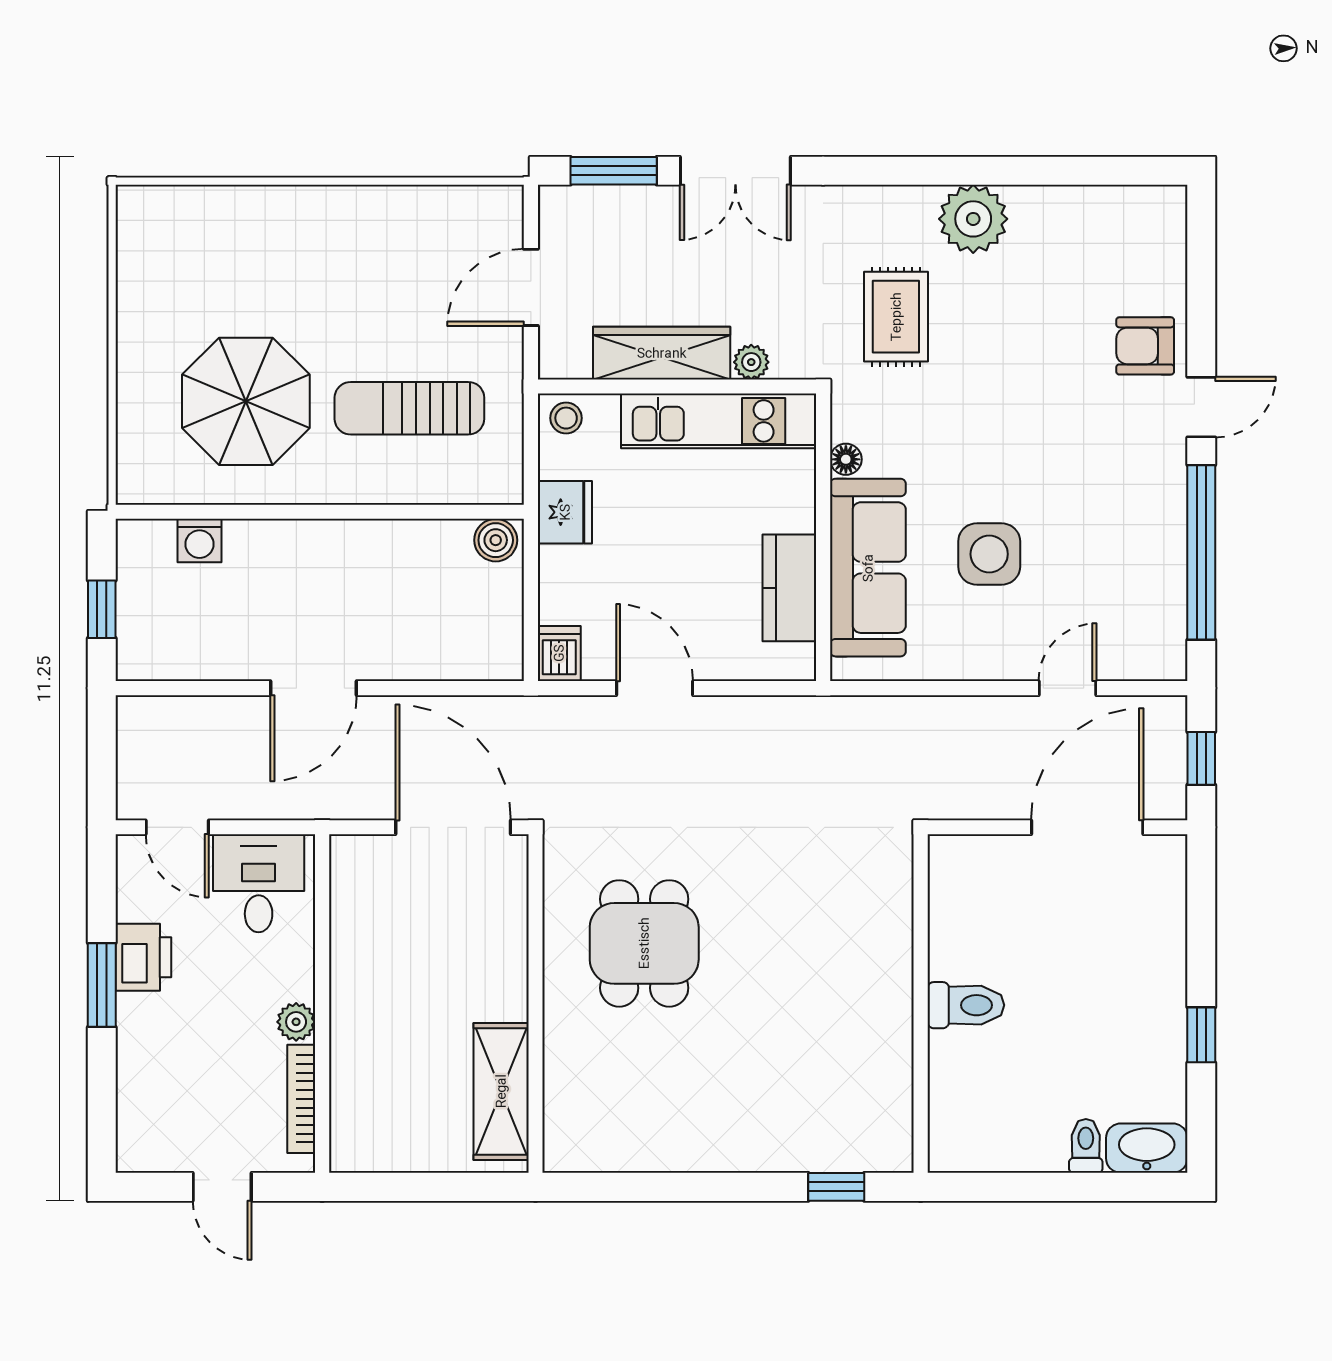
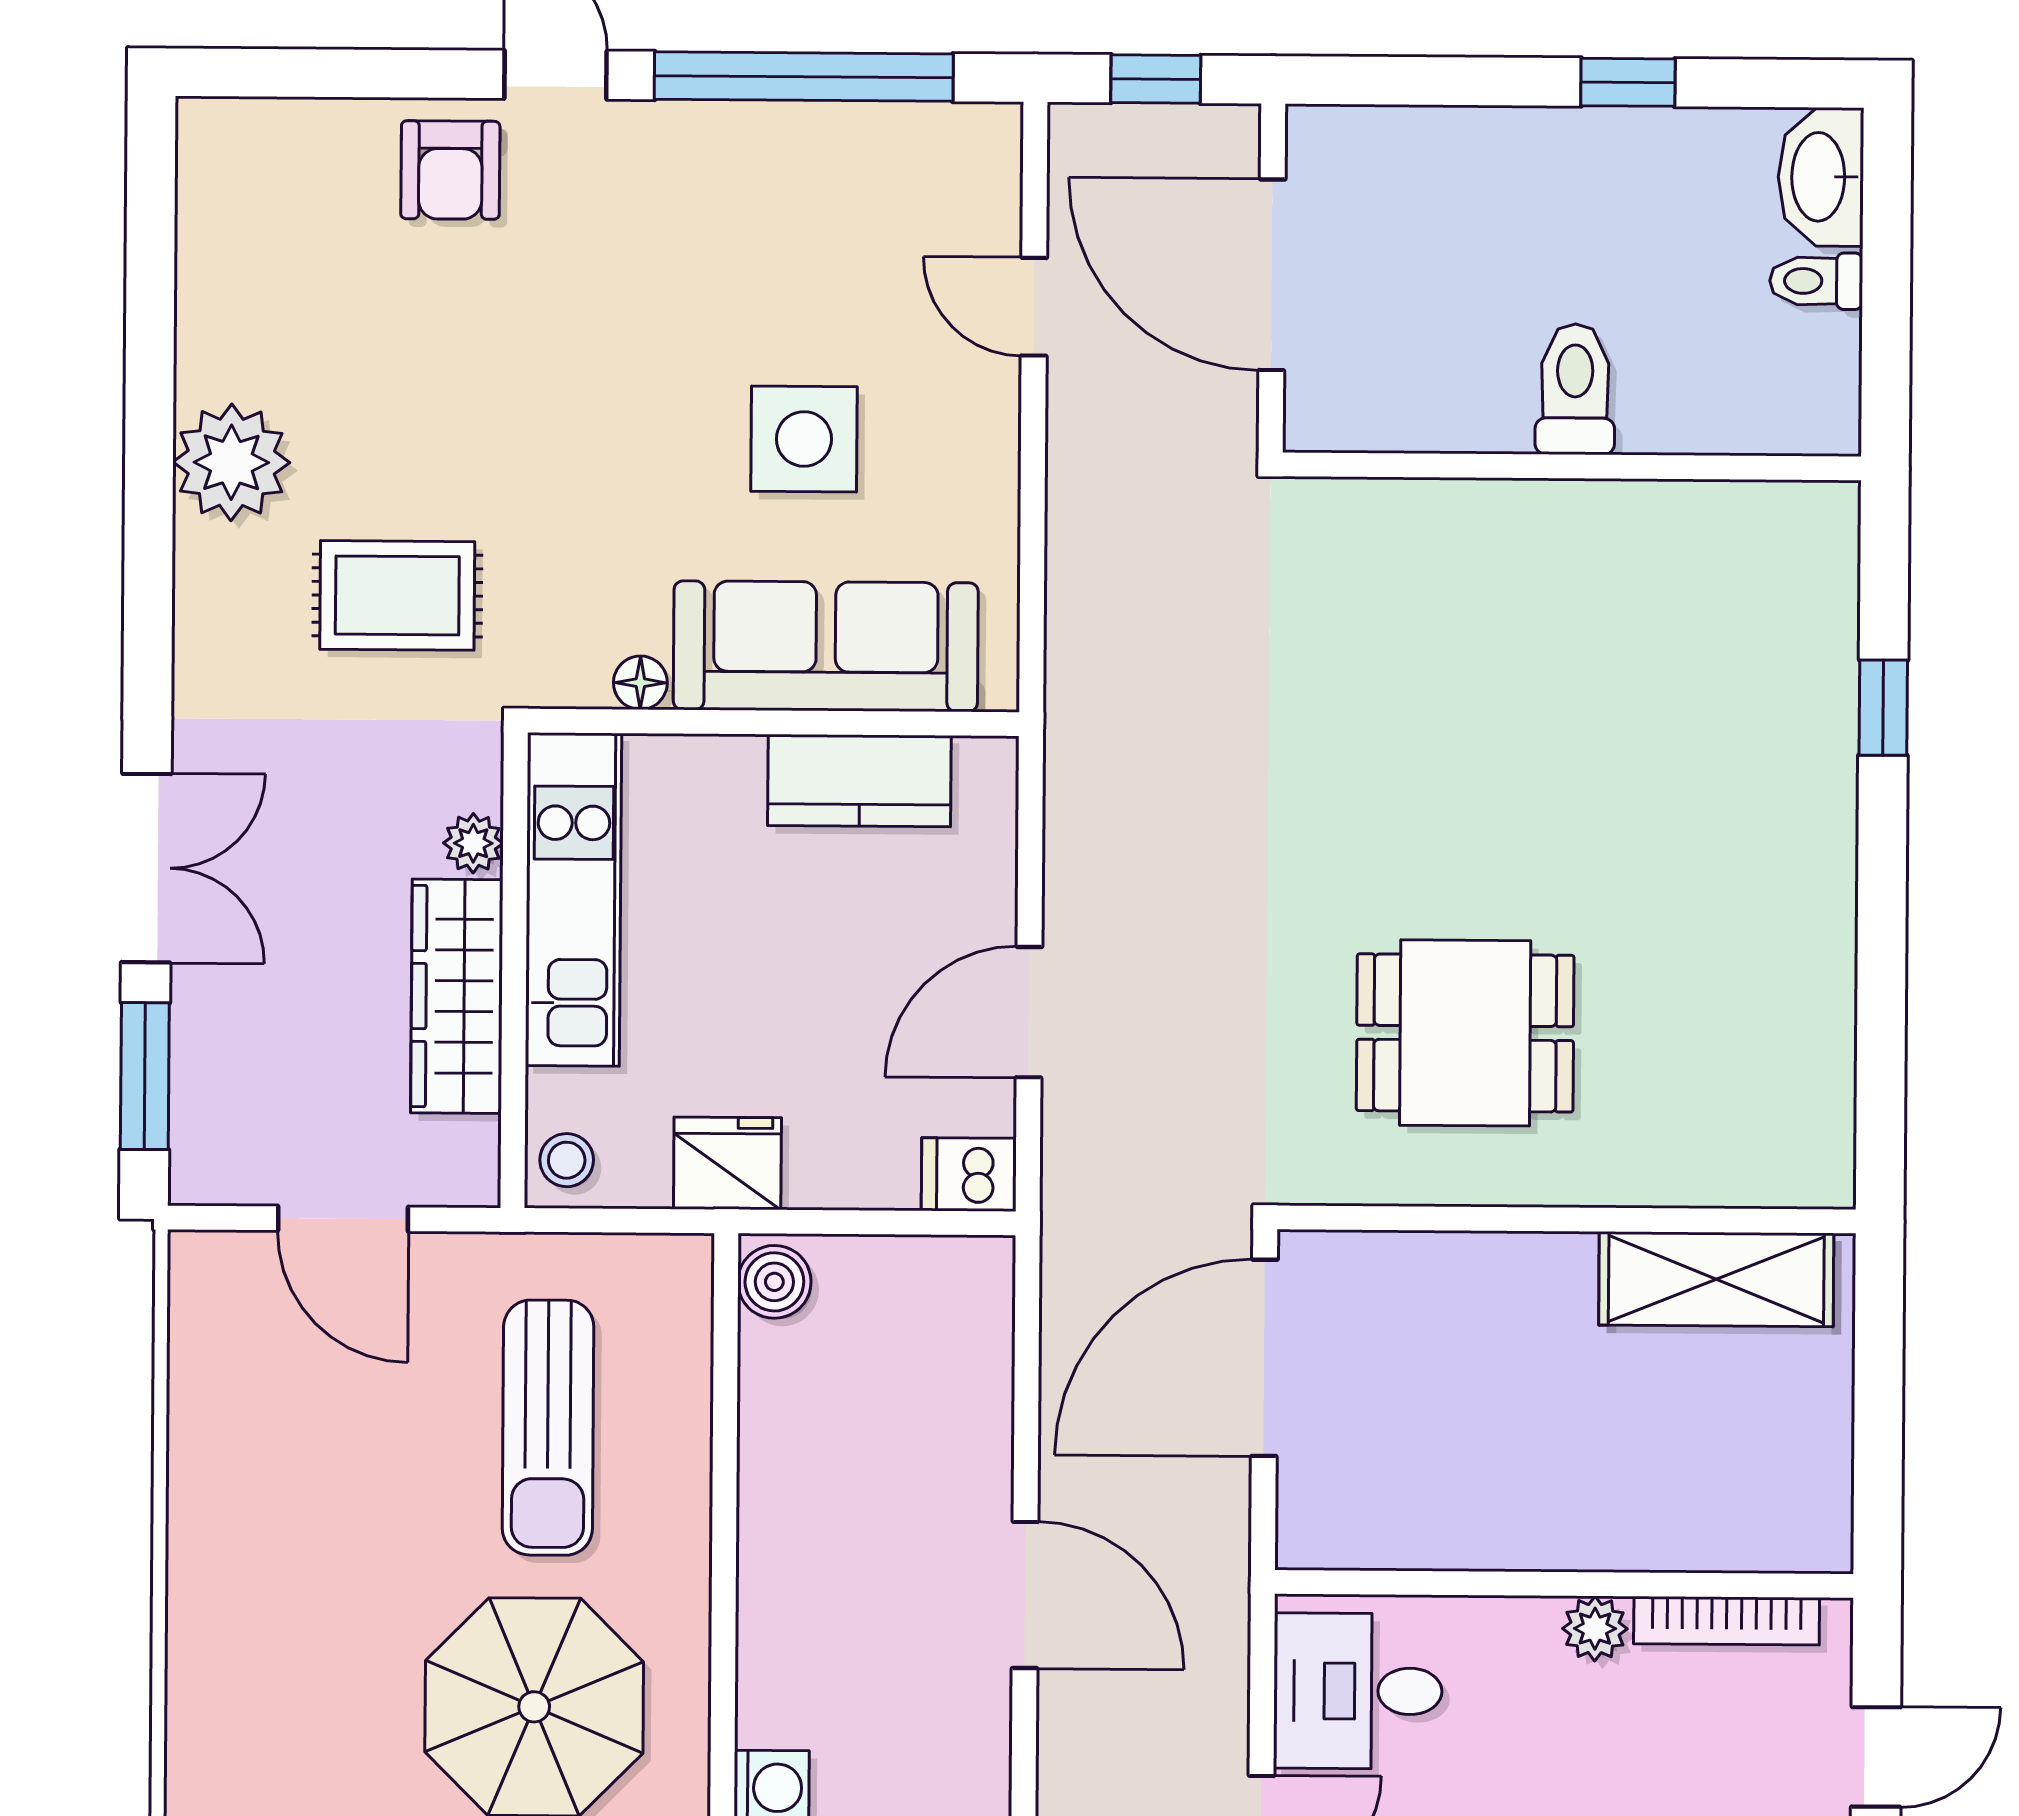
wall: (921, 1004) -> (1572, 466), moved
toilet: (966, 1005) -> (1575, 389), moved

